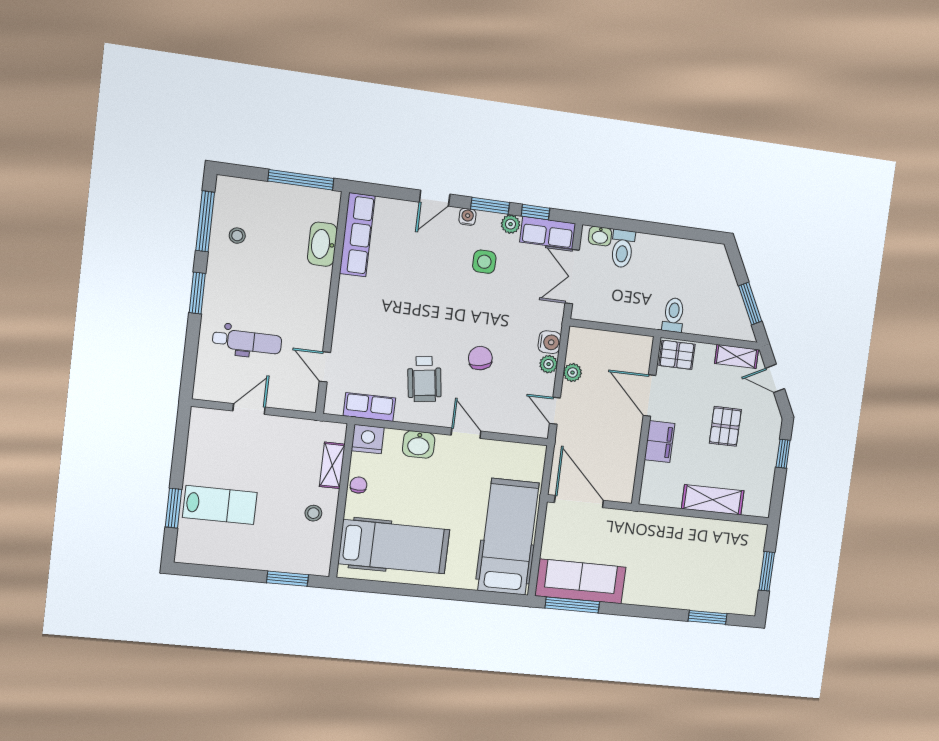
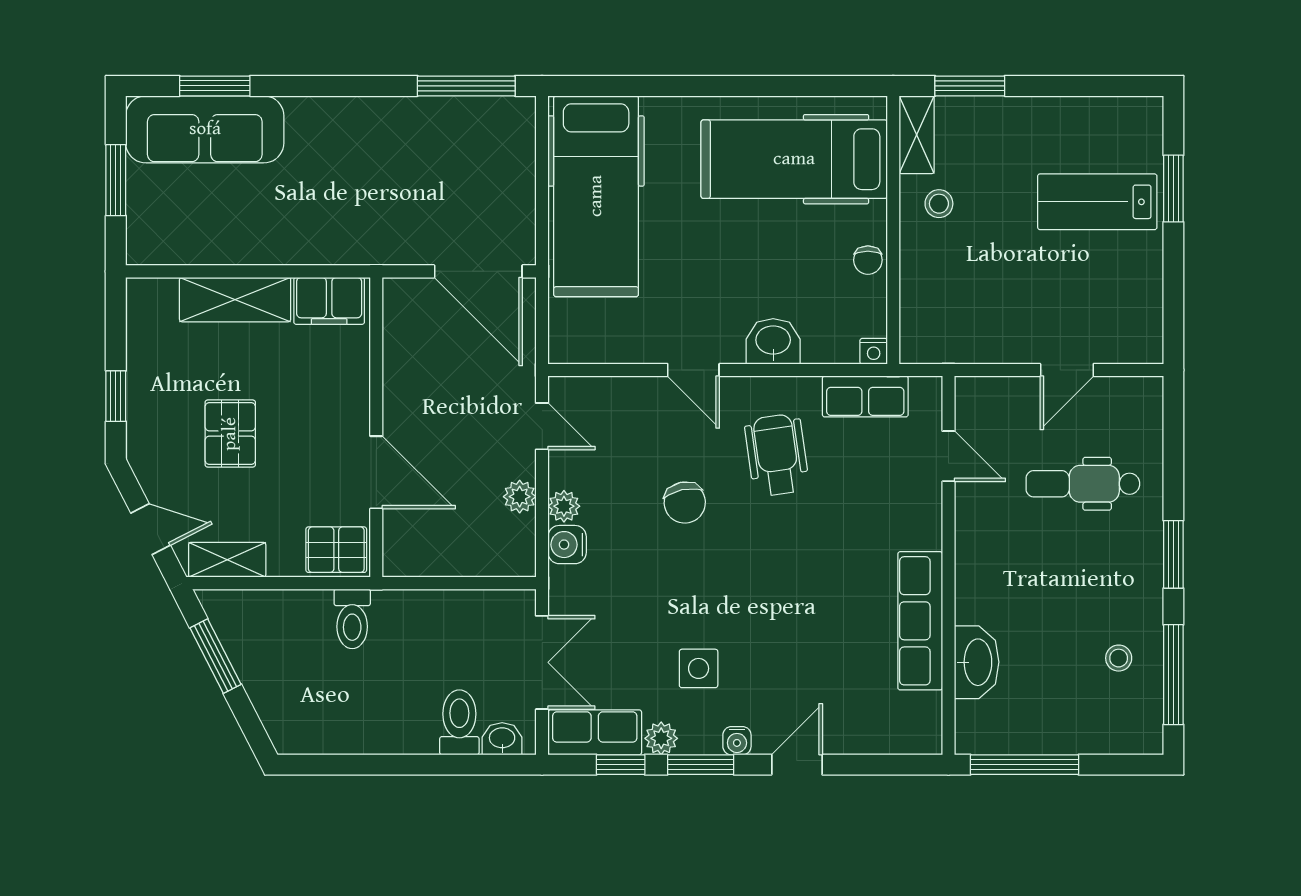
row of seats: (357, 235) -> (920, 621), moved
nightstand: (368, 439) -> (874, 351), width x0.53, depth x0.56
filing cabinet: (660, 442) -> (329, 301), moved, turned -90
shelving: (332, 465) -> (917, 135), moved
sofa: (580, 581) -> (205, 129), moved

